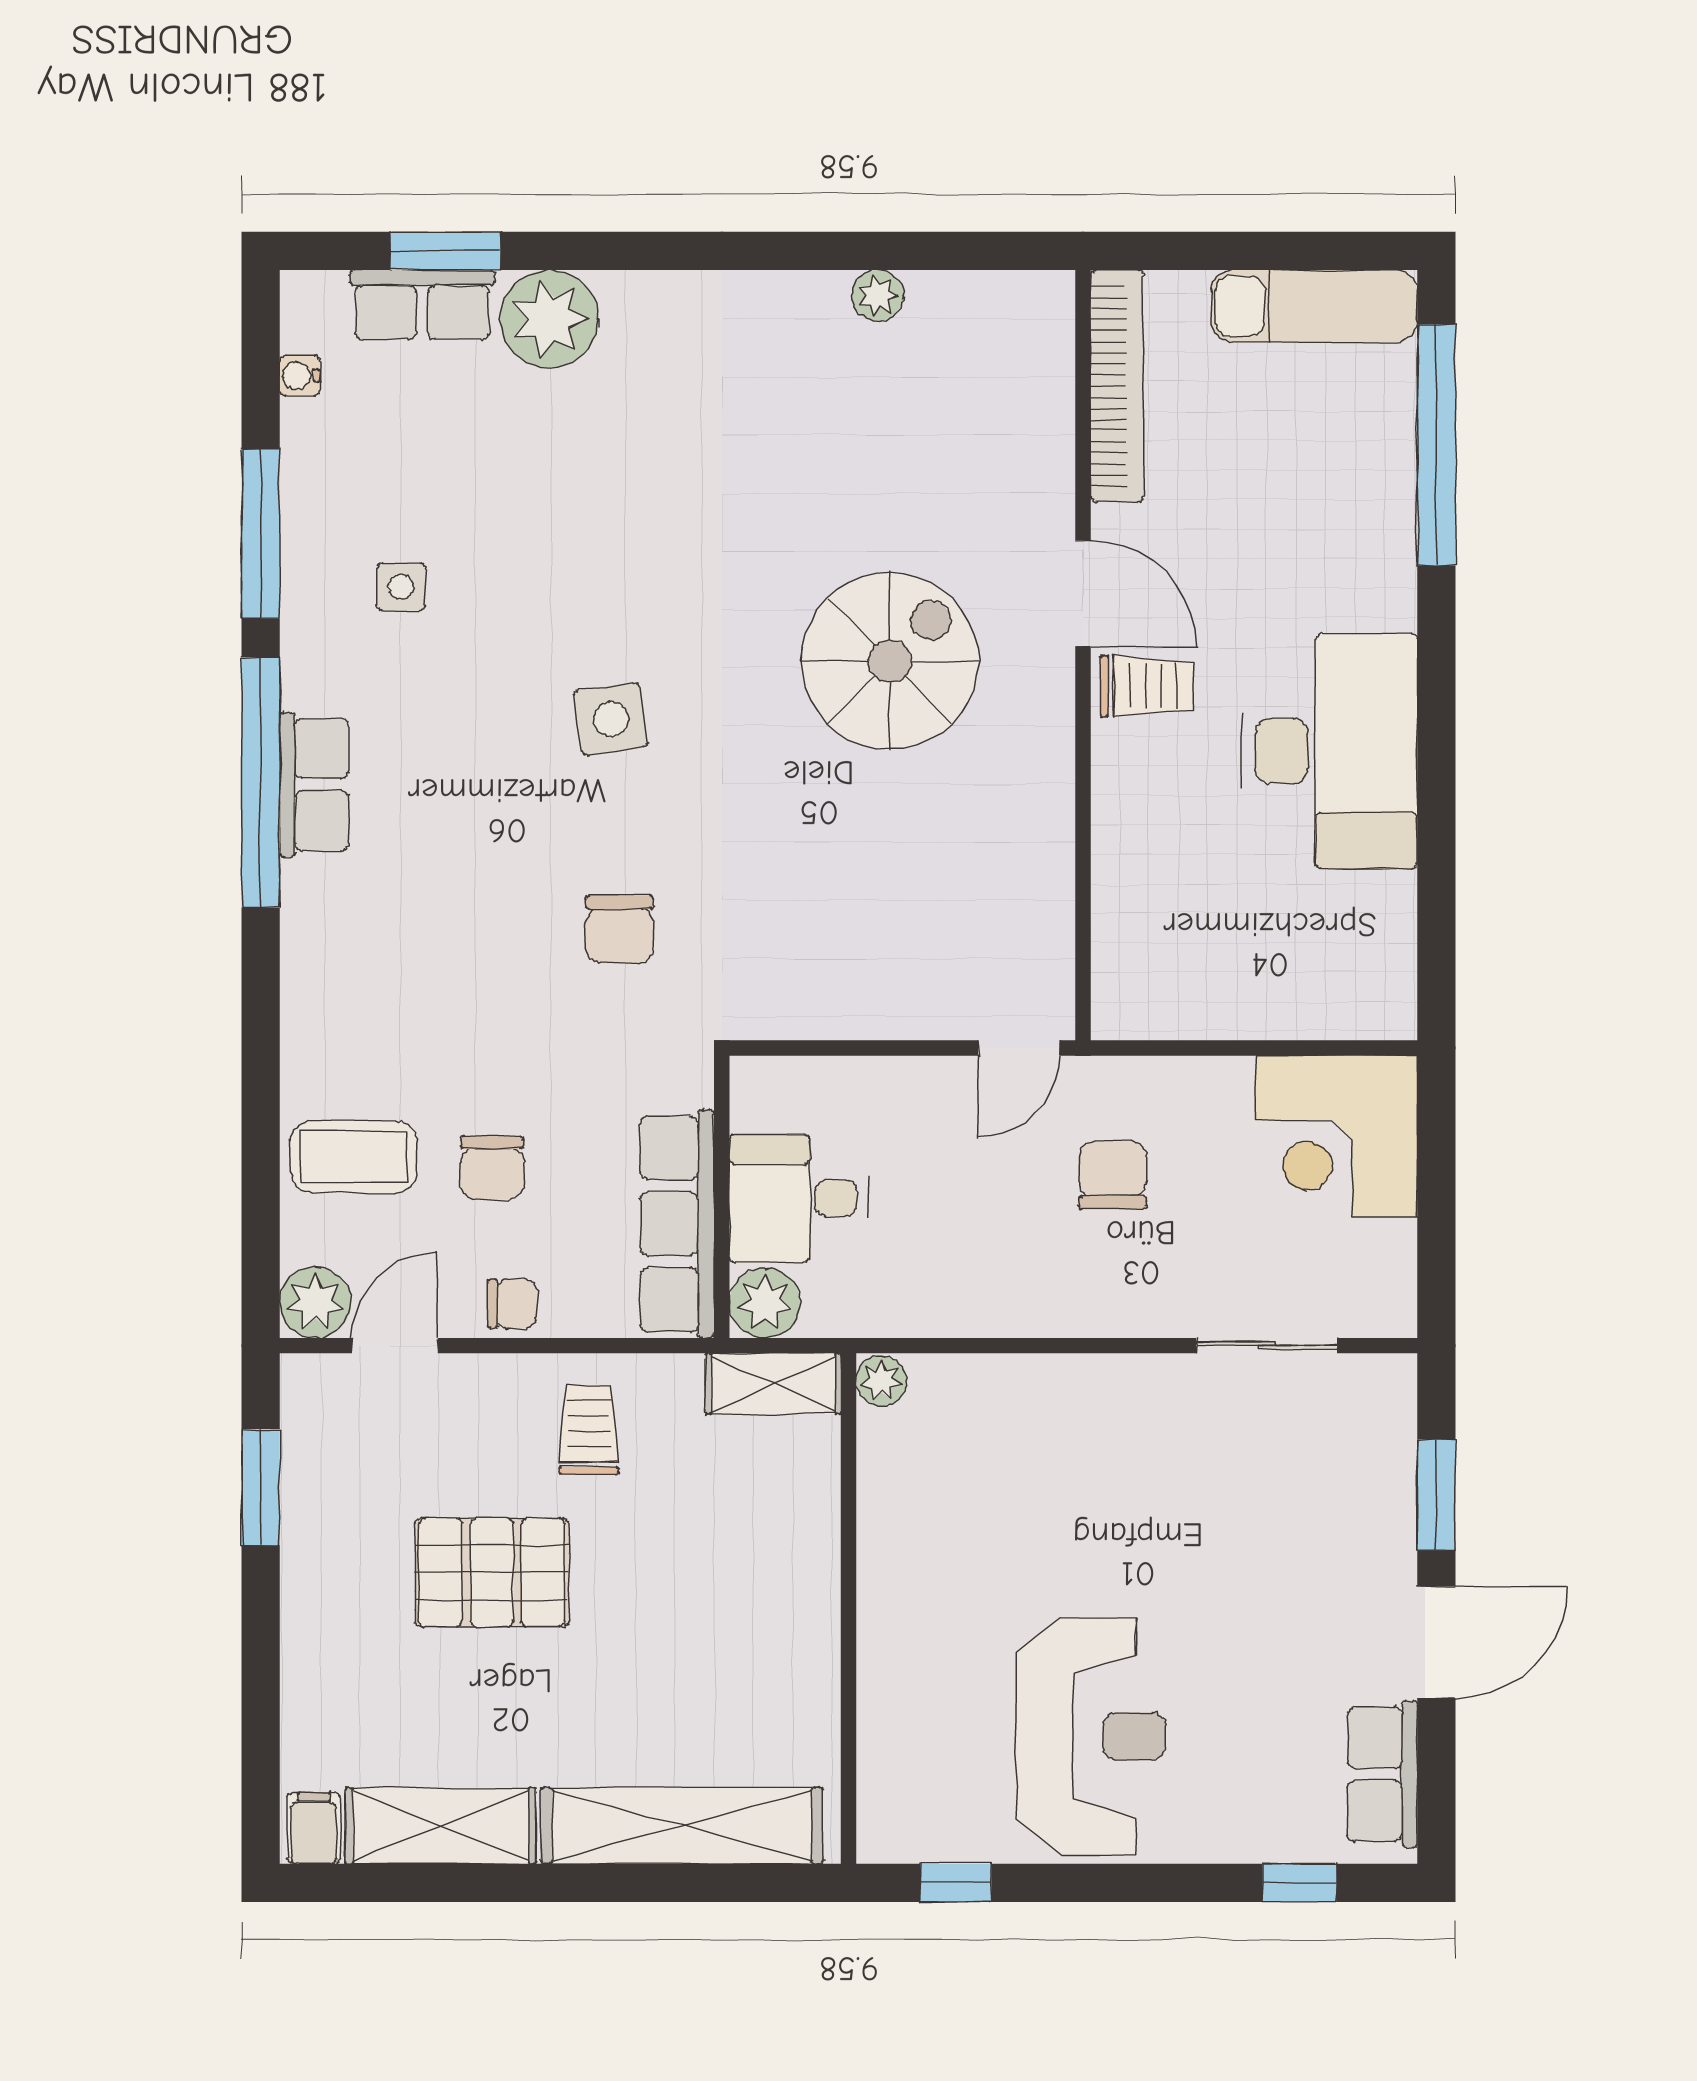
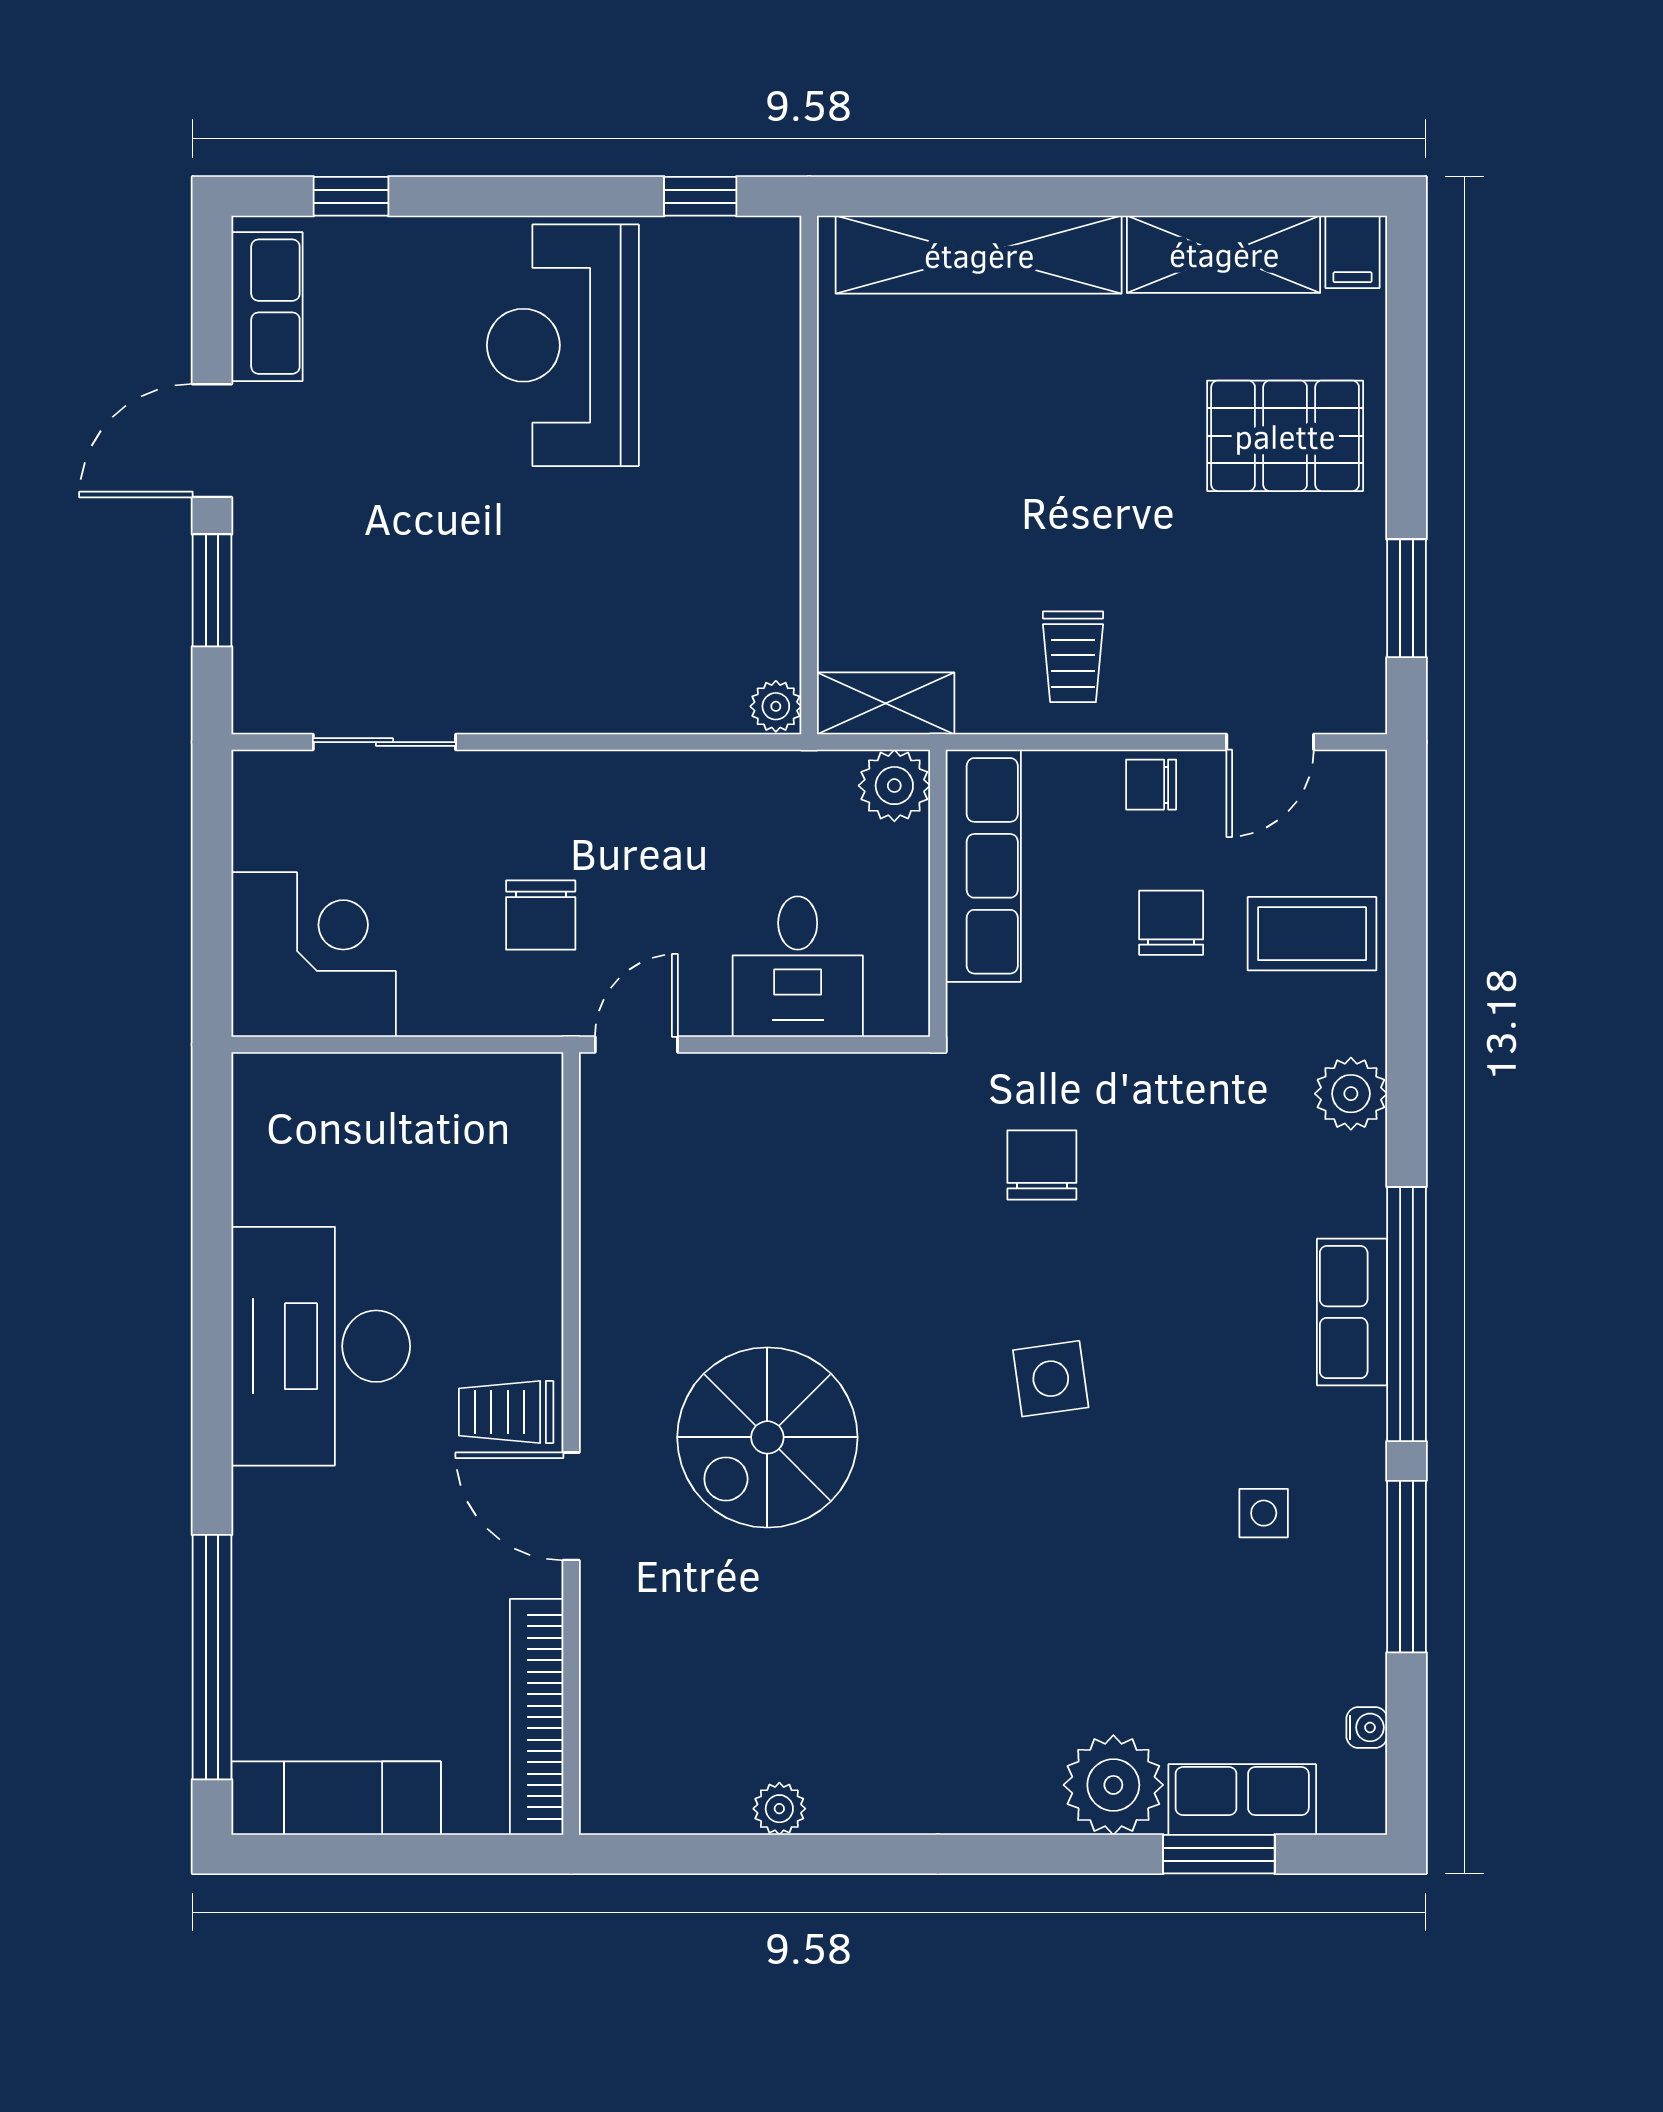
desk: (799, 1198) -> (798, 967), moved, turned 90
plant: (315, 1302) -> (1351, 1094), moved
pallet: (492, 1573) -> (1285, 436), moved

